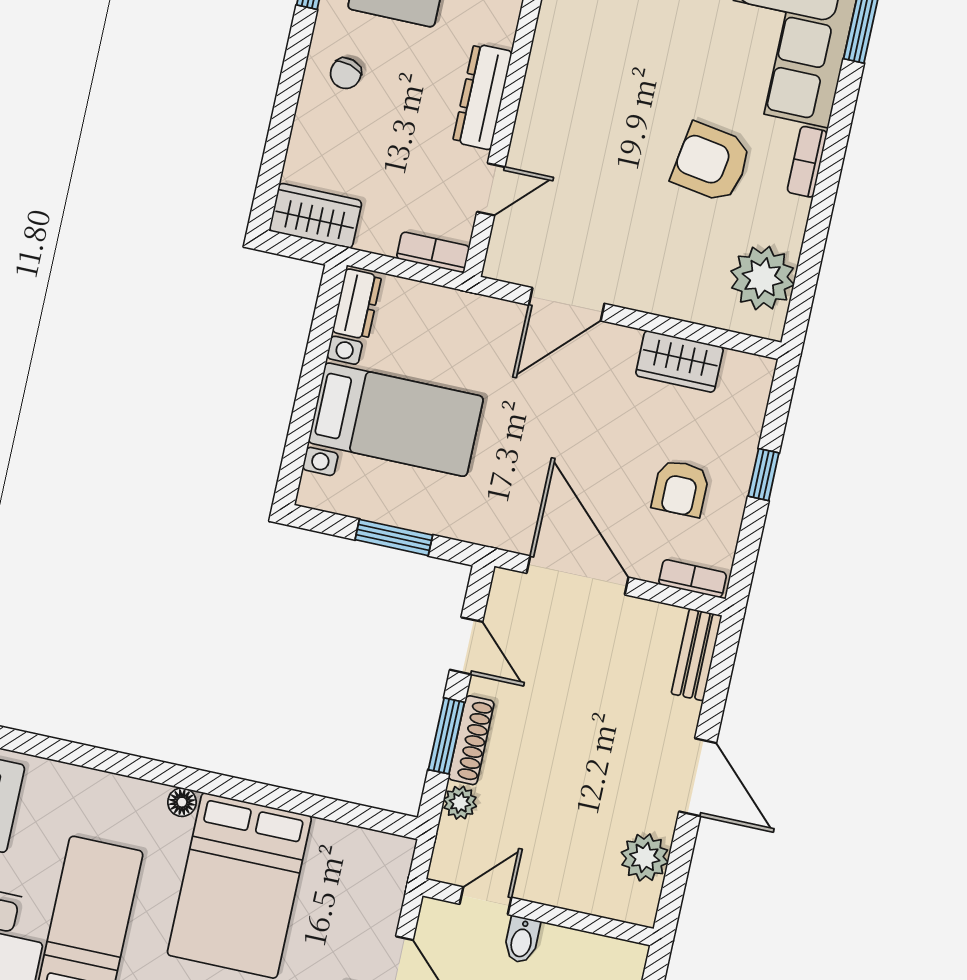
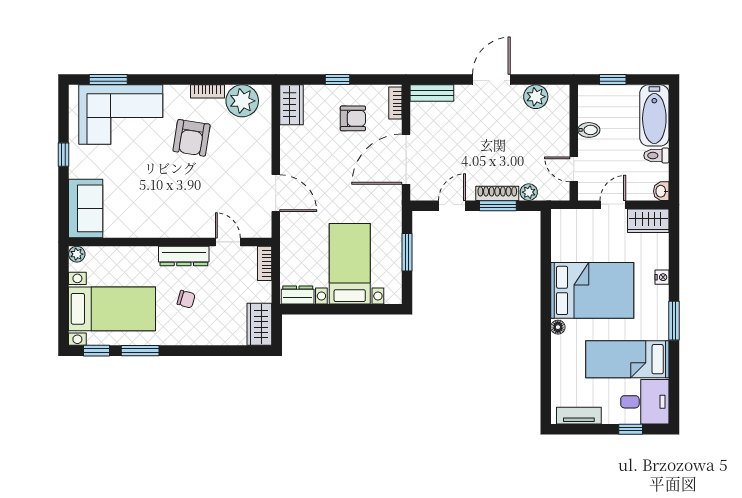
chair: (346, 73) -> (186, 299), moved
bookcase: (807, 162) -> (208, 91), moved
wardrobe: (679, 361) -> (291, 105), moved
bidet: (522, 940) -> (589, 130), moved

